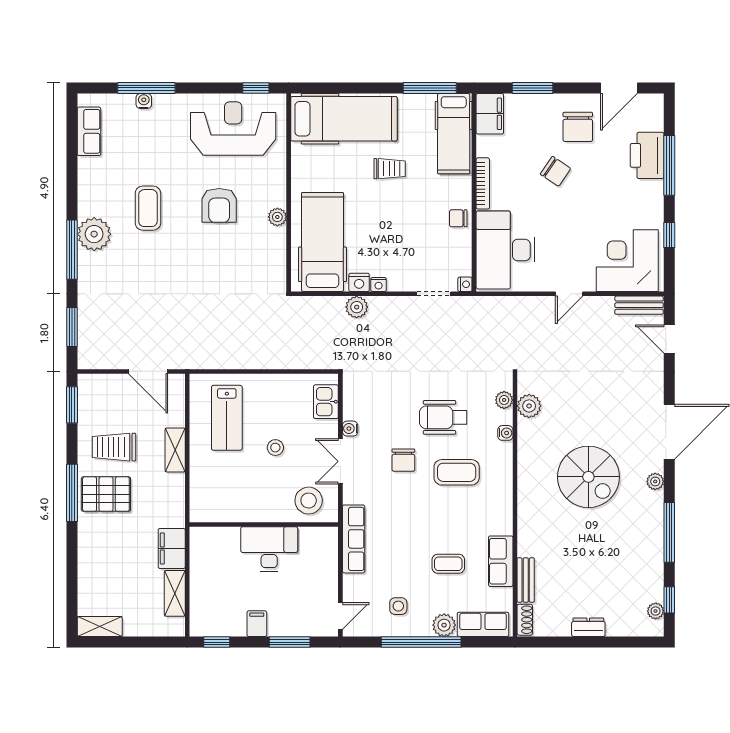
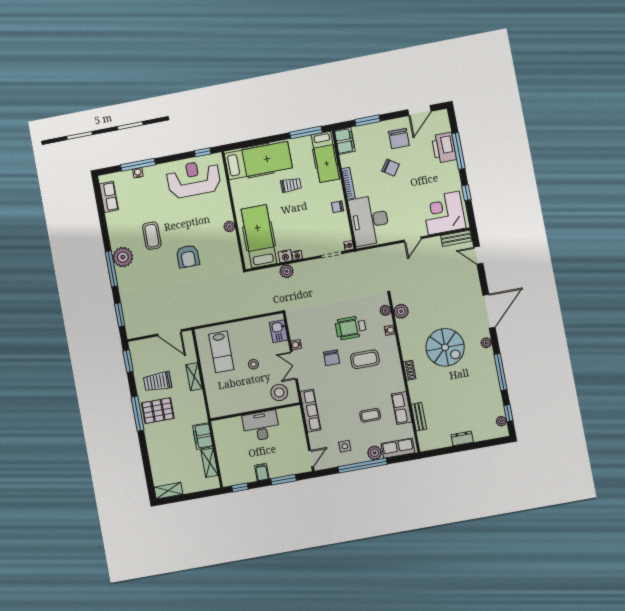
armchair: (219, 205) -> (188, 256), moved
shoe rack: (525, 620) -> (409, 370), moved

